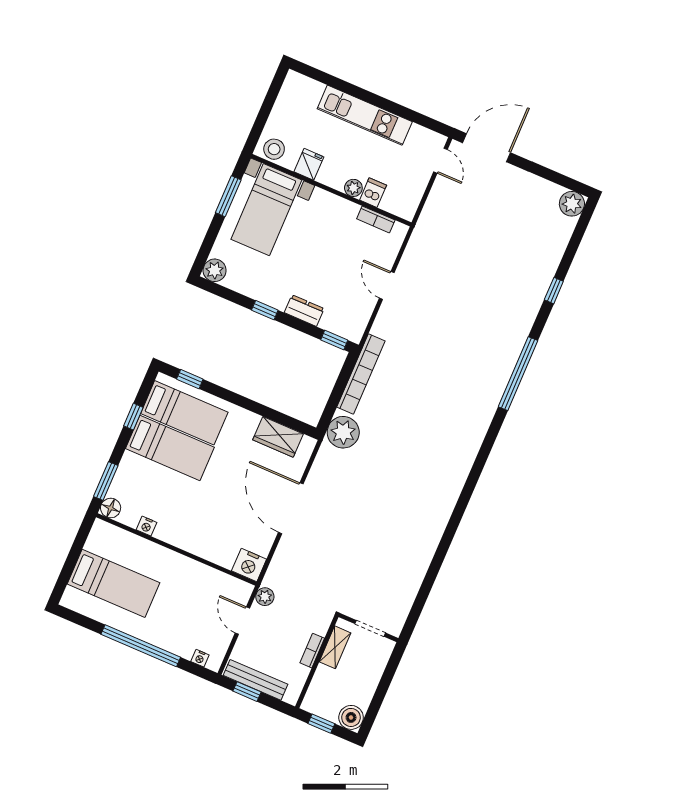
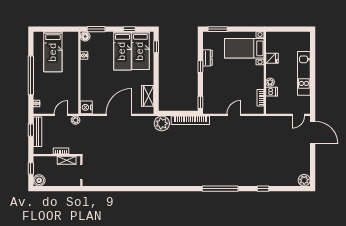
stool: (274, 149) -> (272, 40), removed
window: (228, 196) -> (218, 29), moved
plant: (215, 270) -> (208, 37), removed
dresser: (304, 311) -> (207, 58), moved

